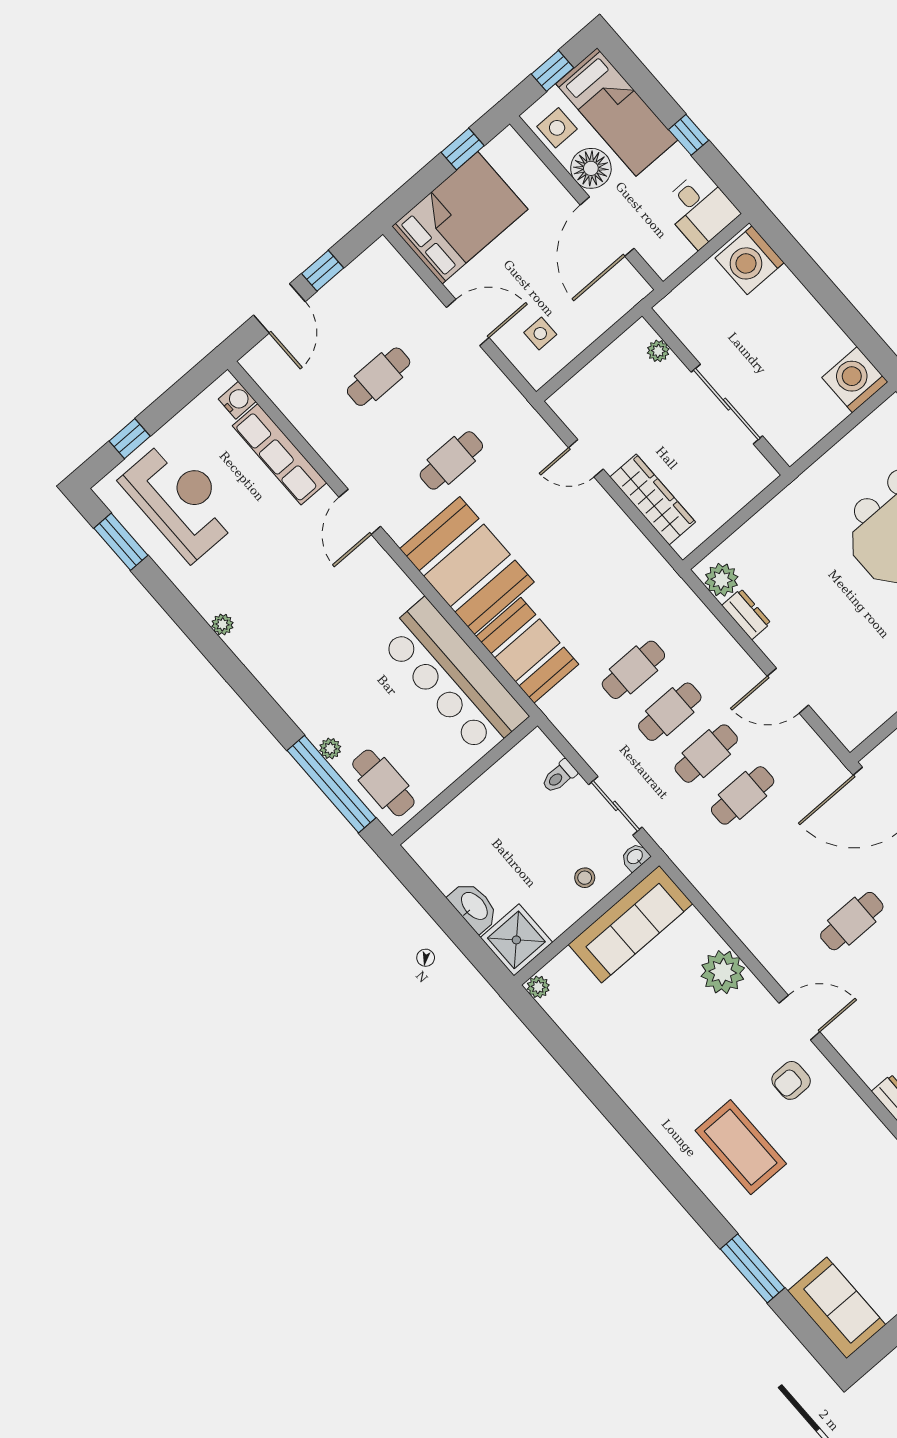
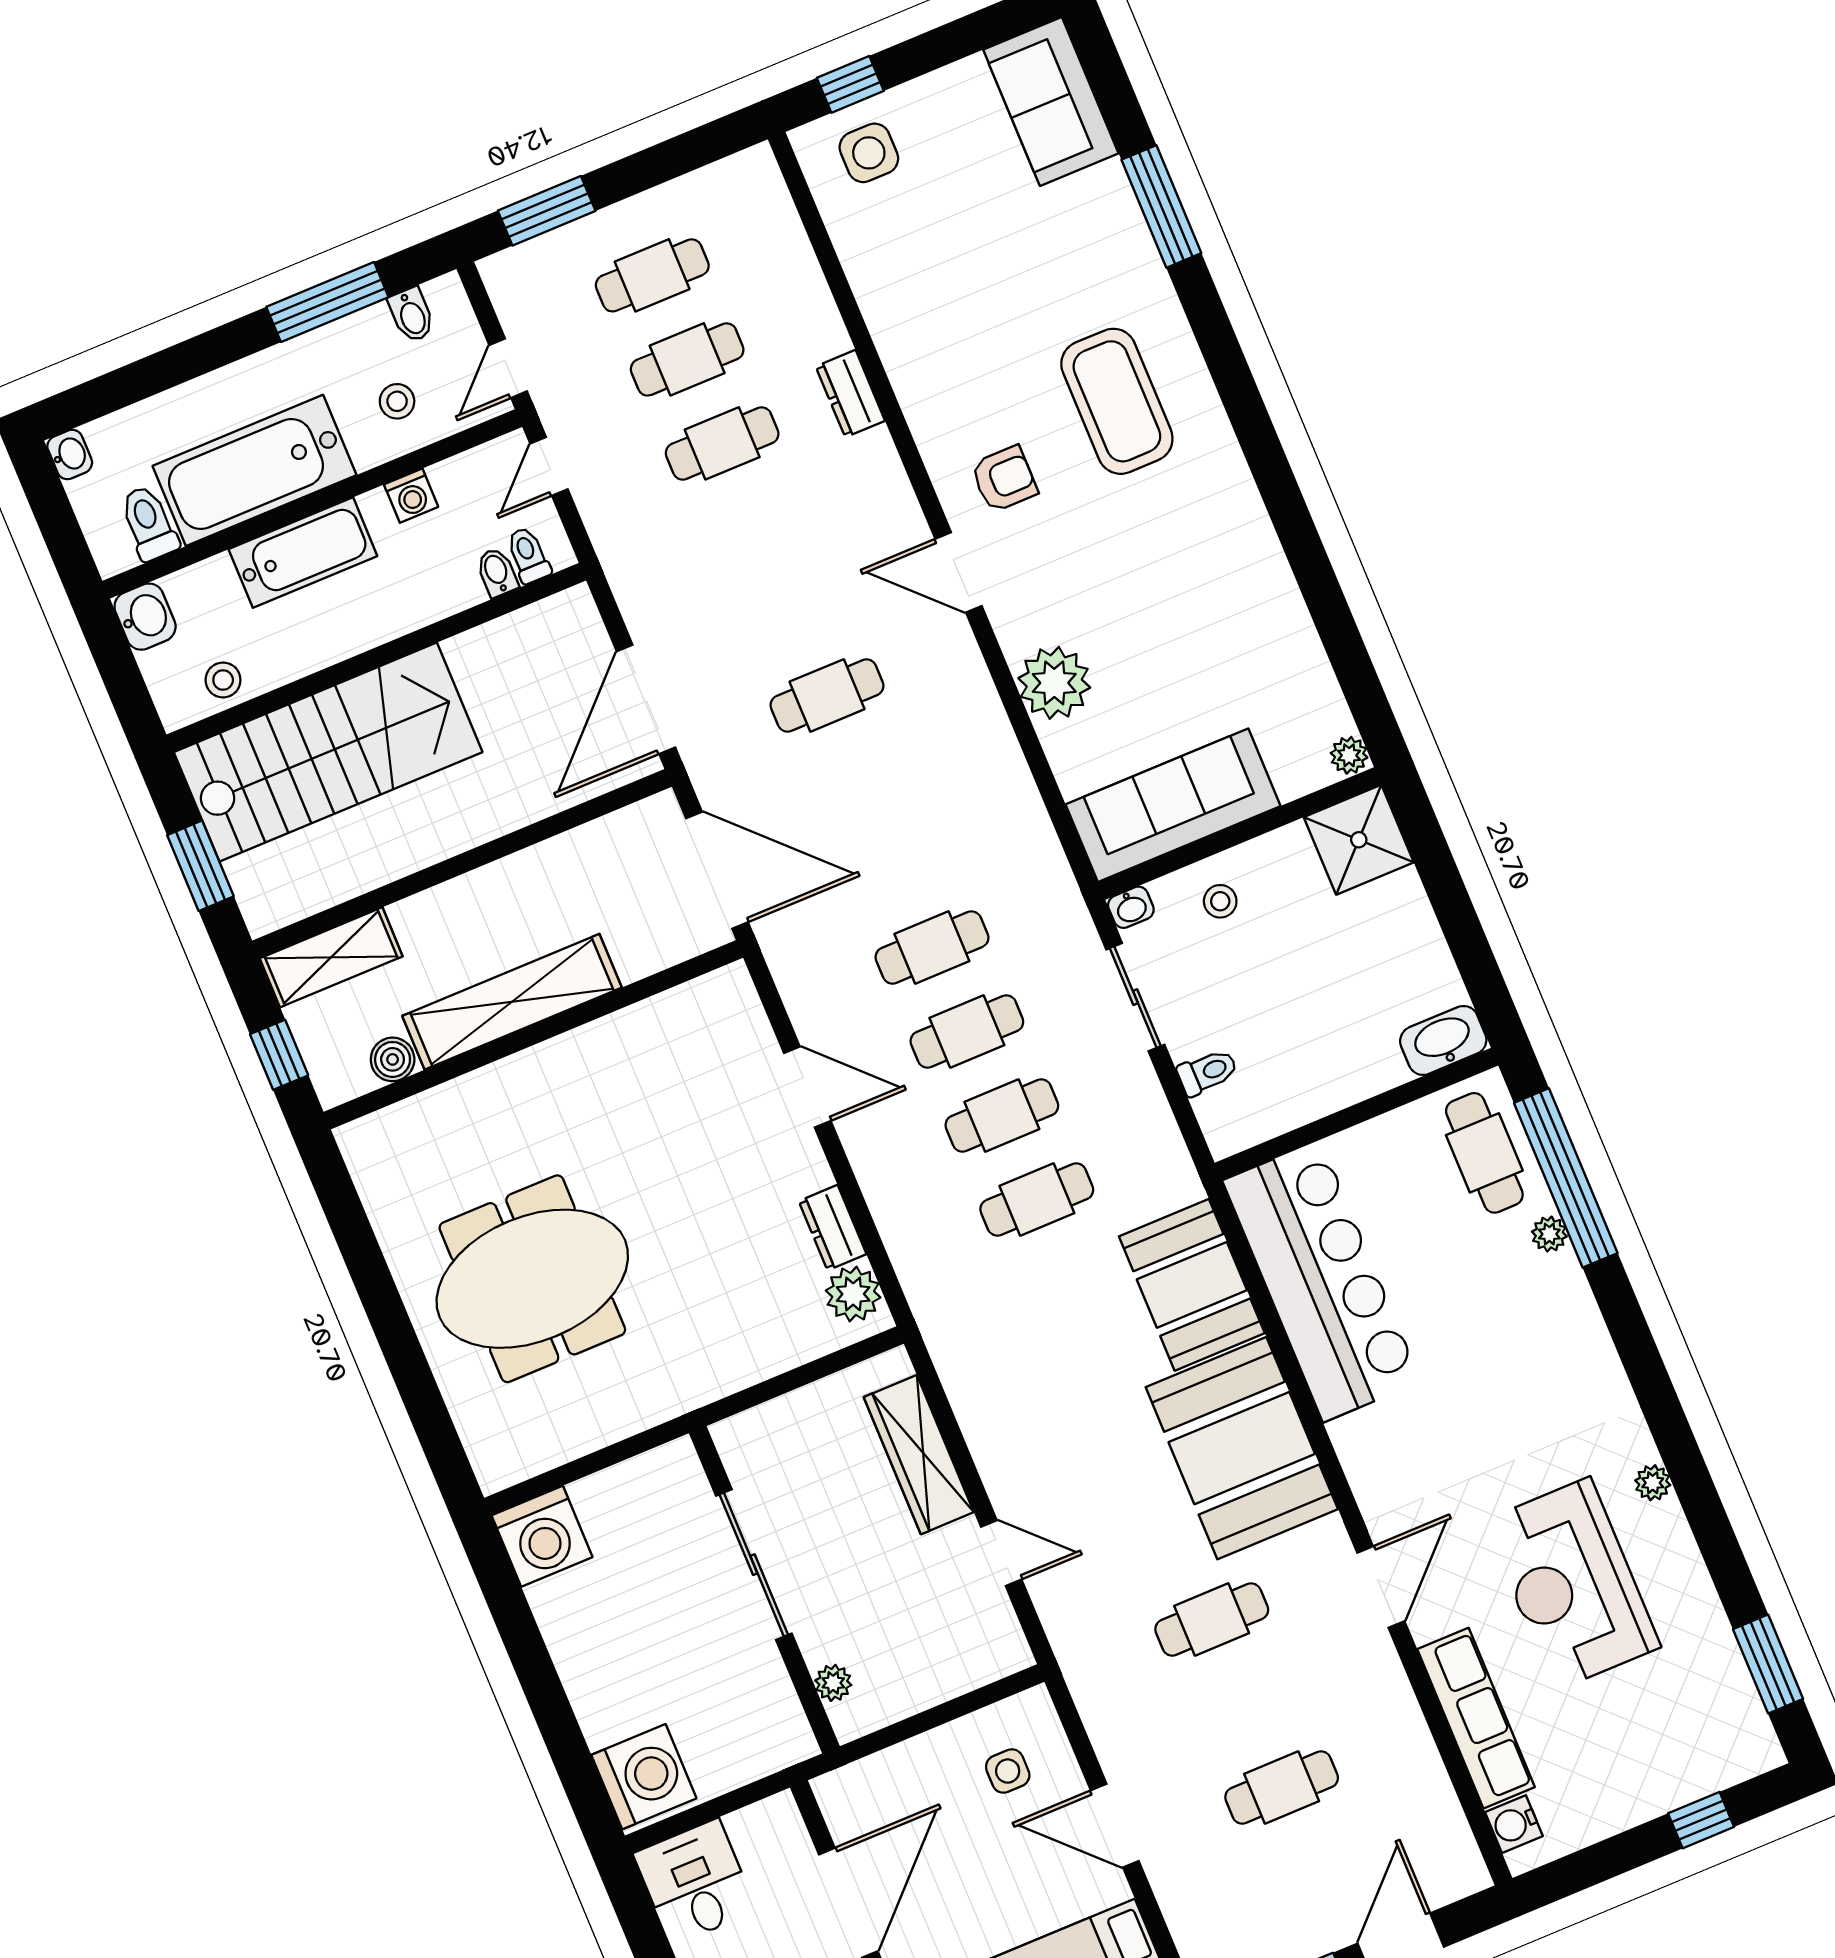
reception desk: (180, 500) -> (1572, 1584), moved
washbasin: (474, 907) -> (1443, 1040), moved, turned 90

